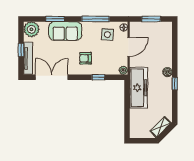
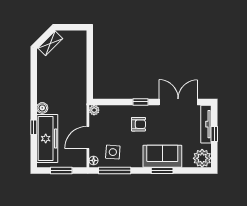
window: (55, 19) -> (162, 170), moved
window: (96, 19) -> (115, 170), moved
double door: (52, 77) -> (178, 102), swing flipped
window: (98, 77) -> (141, 102), moved
window: (175, 84) -> (34, 127), moved
freezer: (138, 88) -> (47, 139), moved, turned 180

